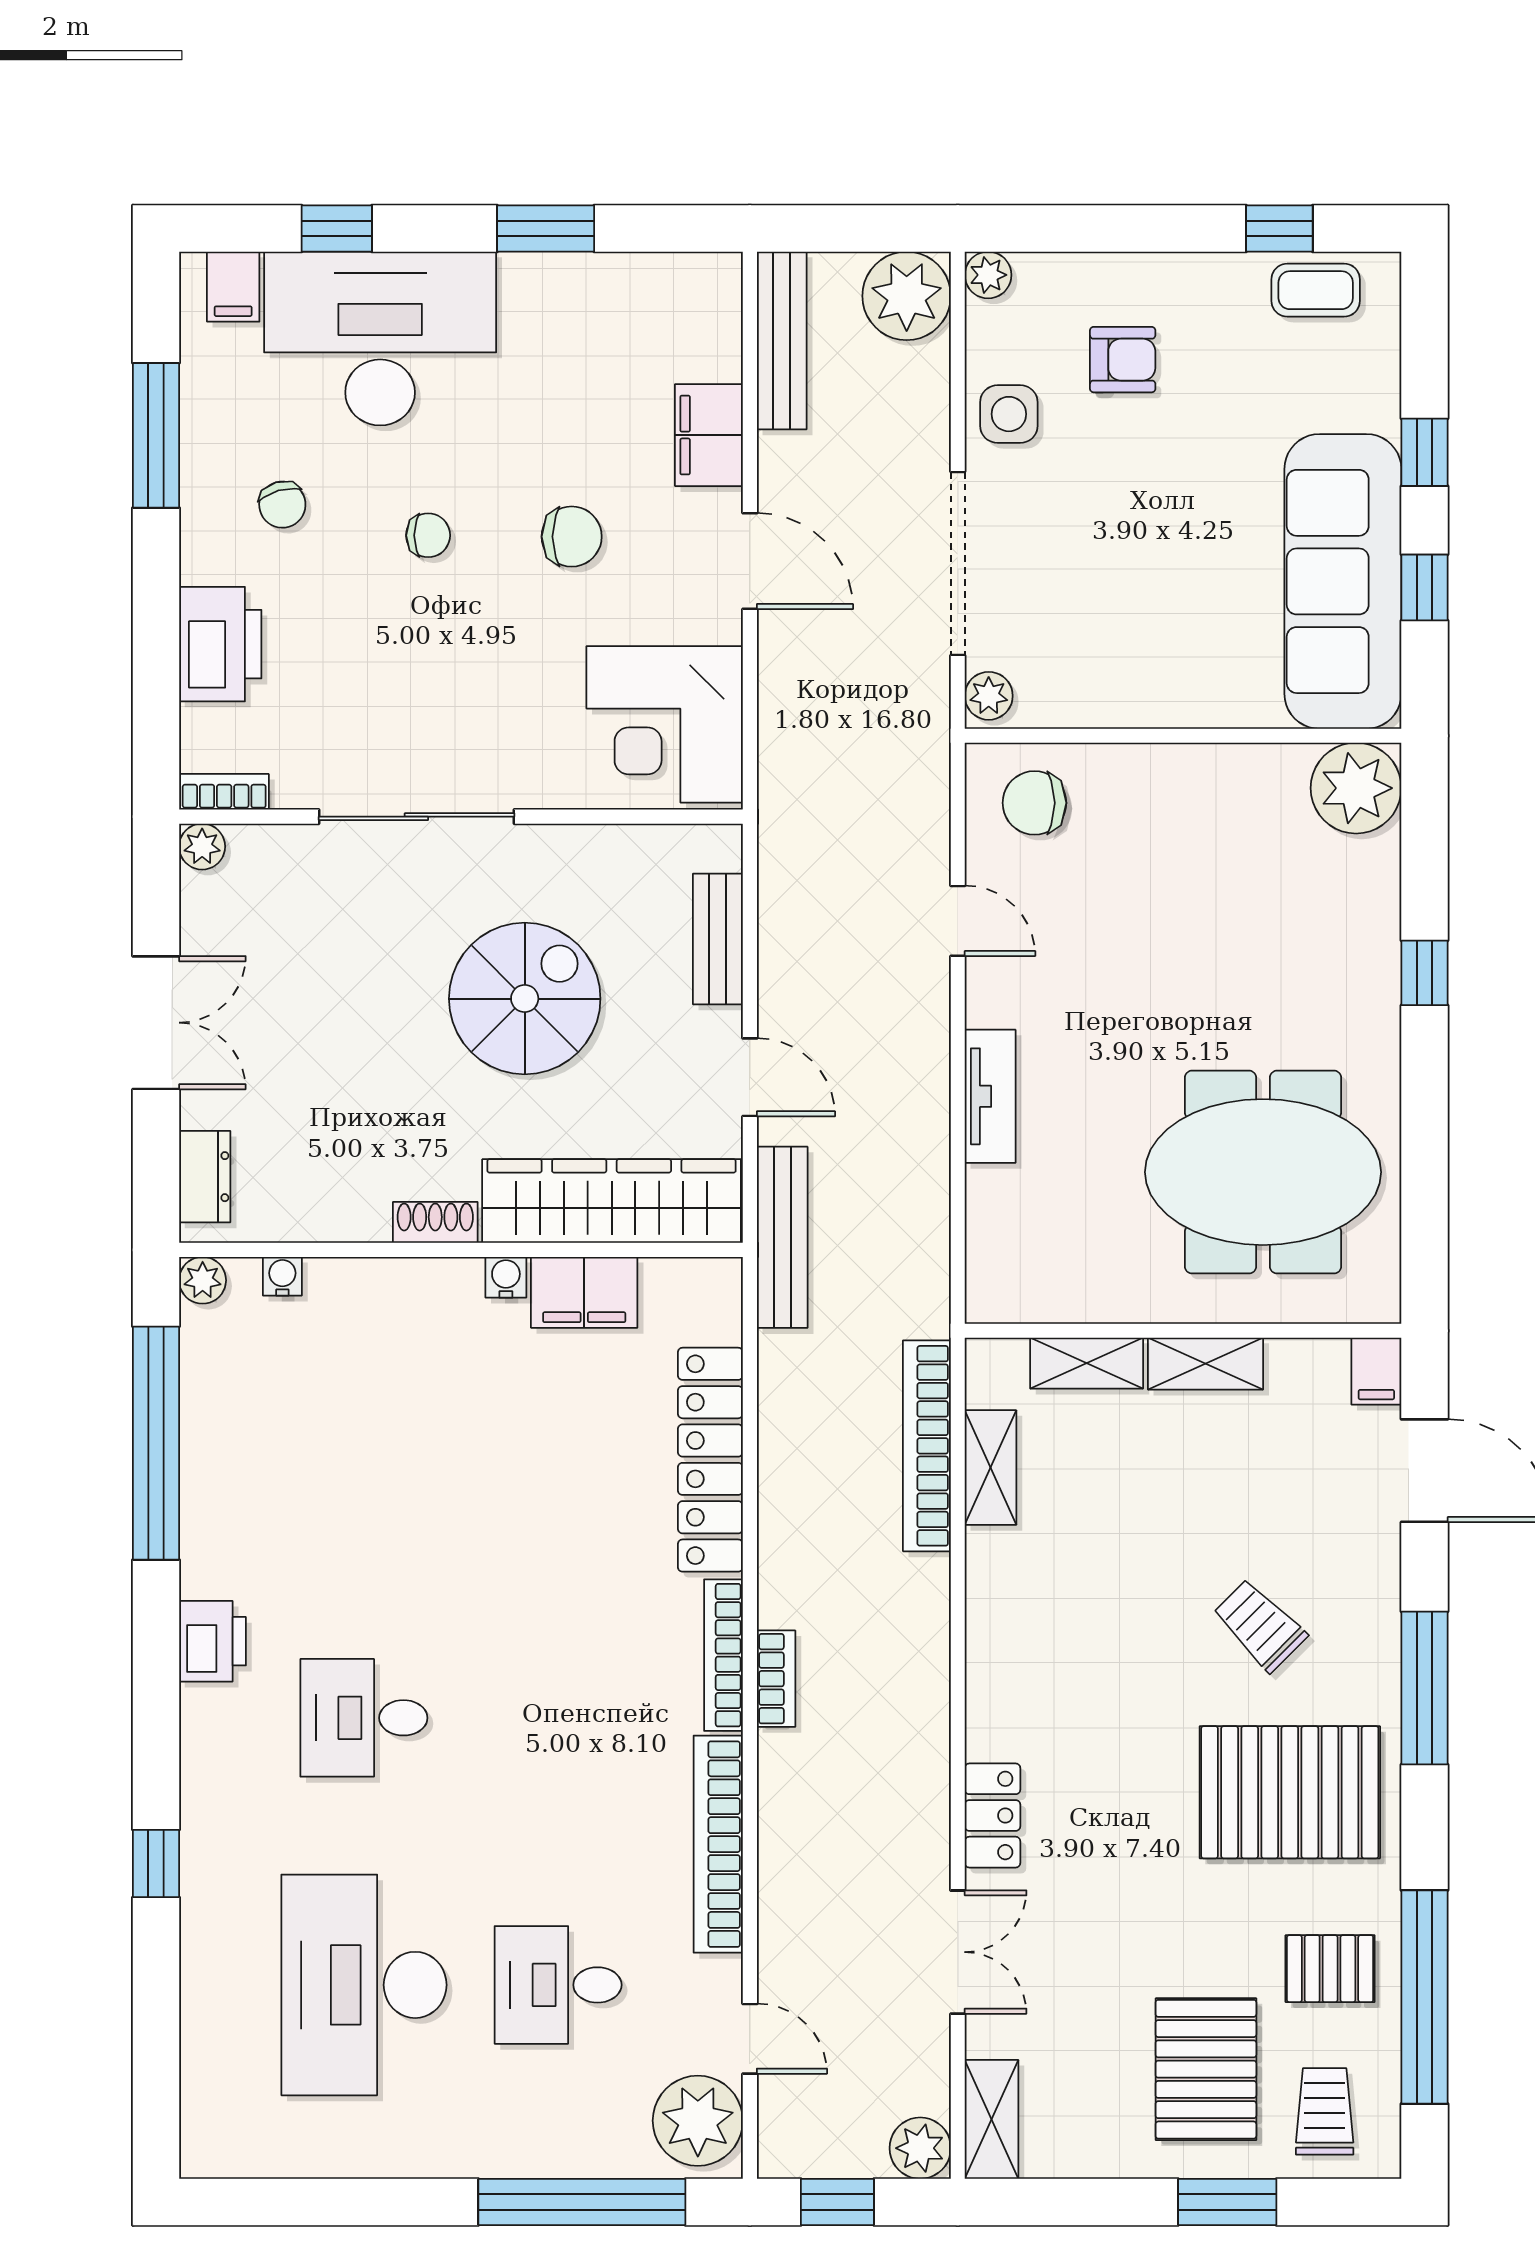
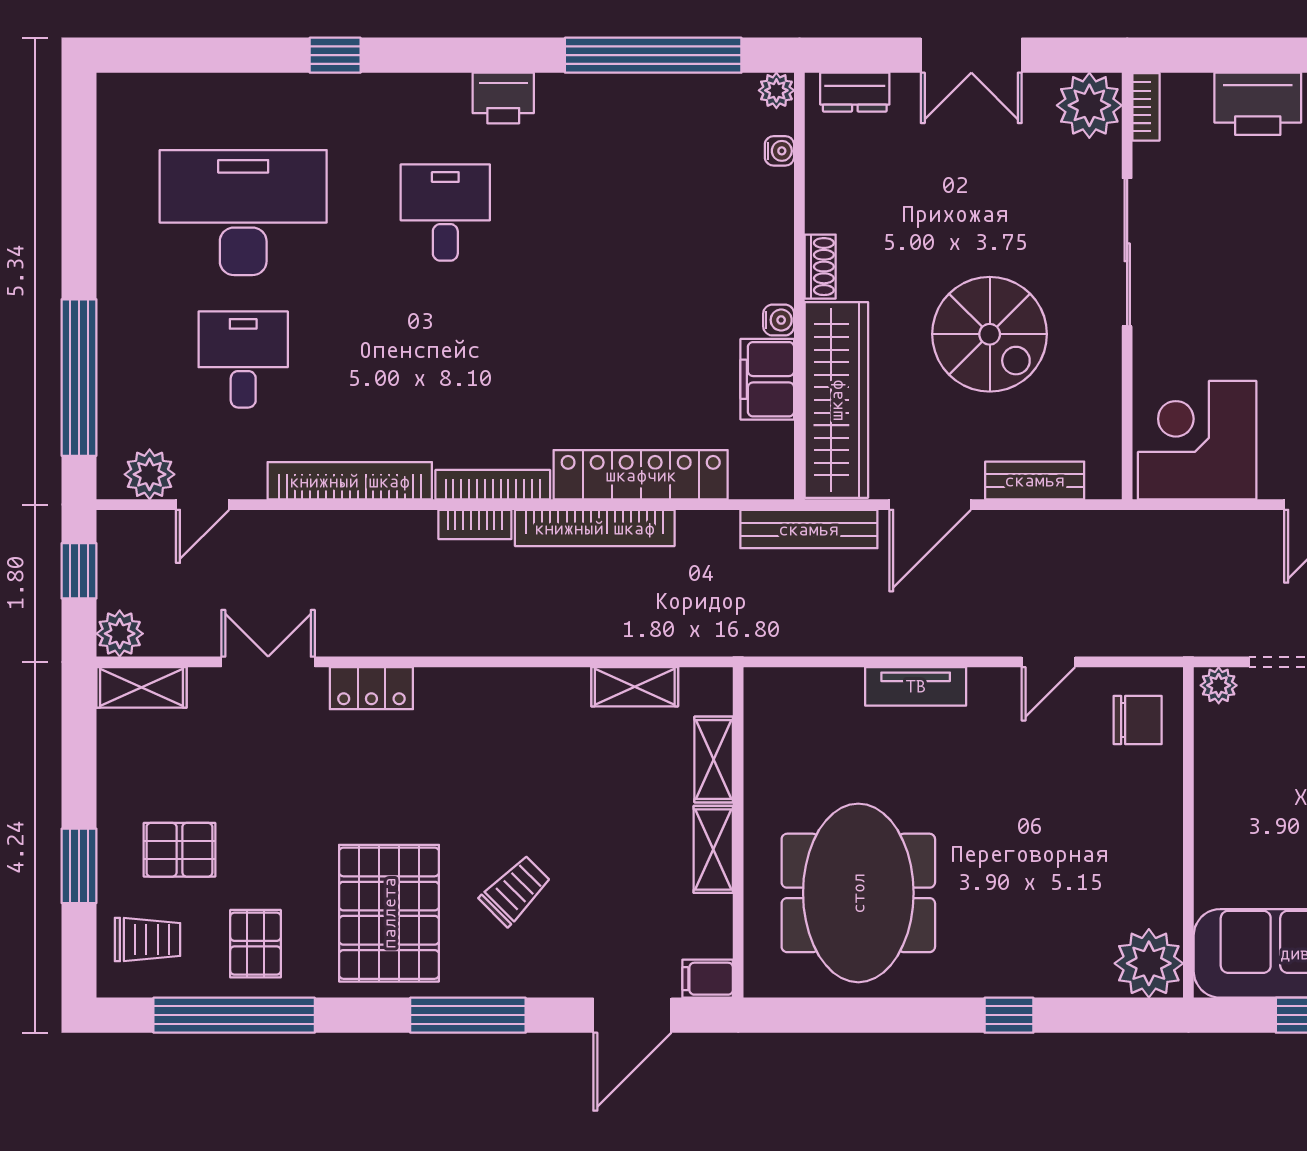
chair: (1034, 803) -> (1138, 720), turned 90
plant: (202, 847) -> (1089, 105), width x1.87, depth x1.87
door: (750, 1077) -> (930, 505), width x1.38
bookcase: (927, 1446) -> (595, 528), moved, turned 180
double door: (958, 1952) -> (268, 662), swing flipped
pallet: (1206, 2069) -> (179, 850), width x0.67, depth x0.71
plant: (698, 2121) -> (150, 474), width x0.73, depth x0.73

